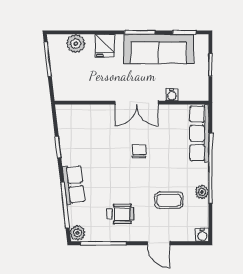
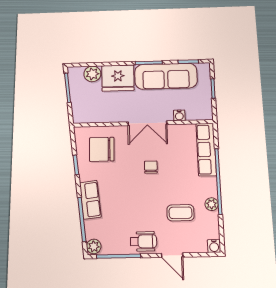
fridge: (105, 45) -> (118, 78), width x1.88, depth x1.34
chair: (86, 130) -> (102, 149), added
wheelchair: (120, 214) -> (143, 241), moved

